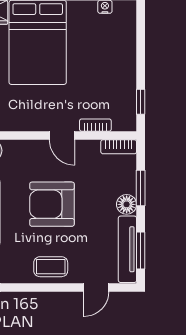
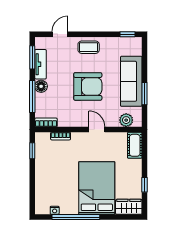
door: (62, 136) -> (97, 130), moved
window: (141, 188) -> (32, 97), width x1.44
tv unit: (127, 249) -> (40, 64), width x0.71

